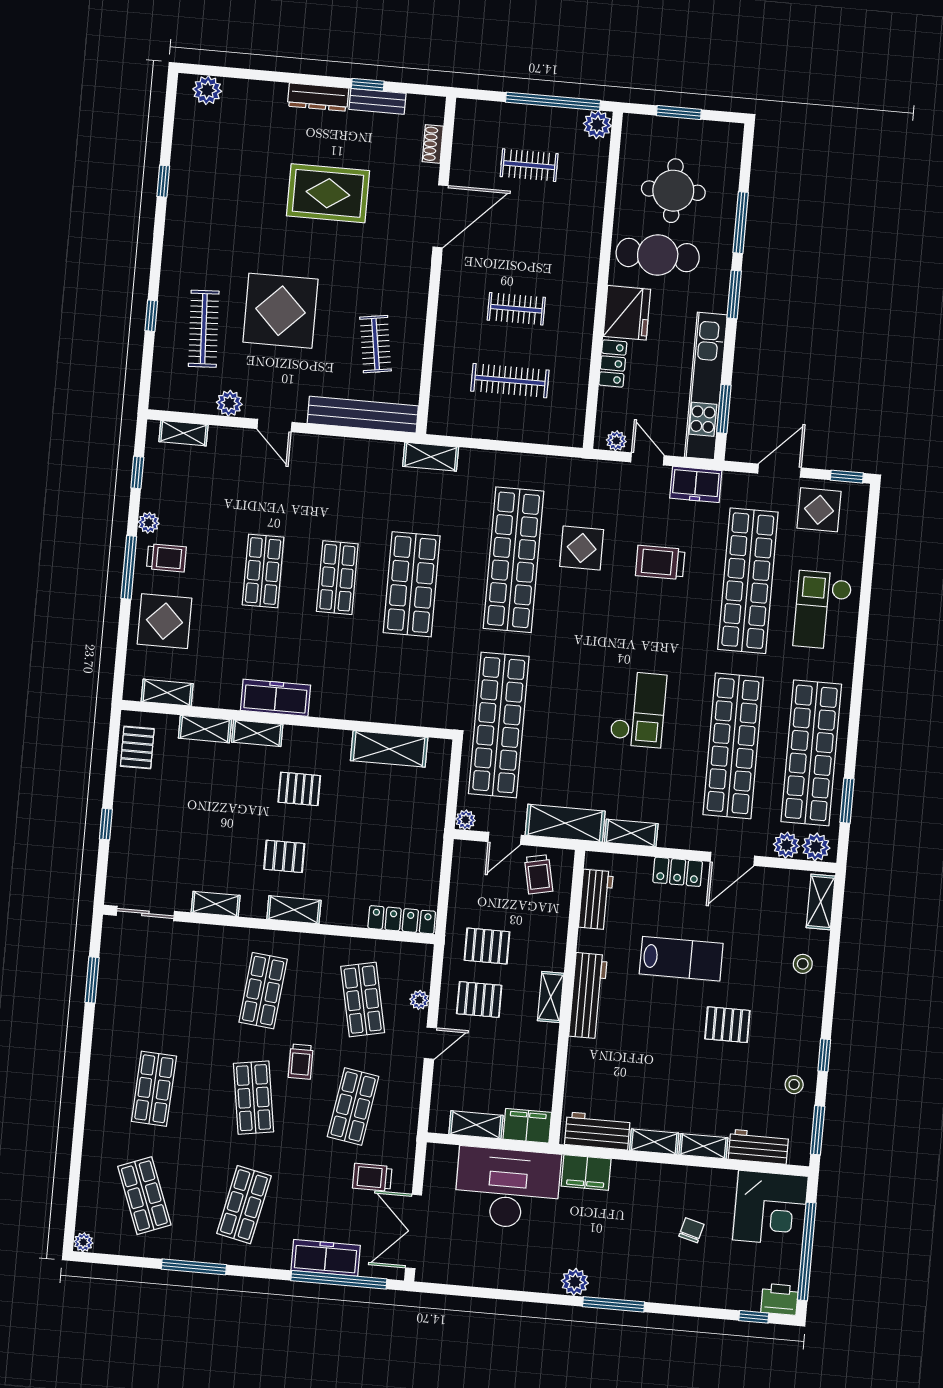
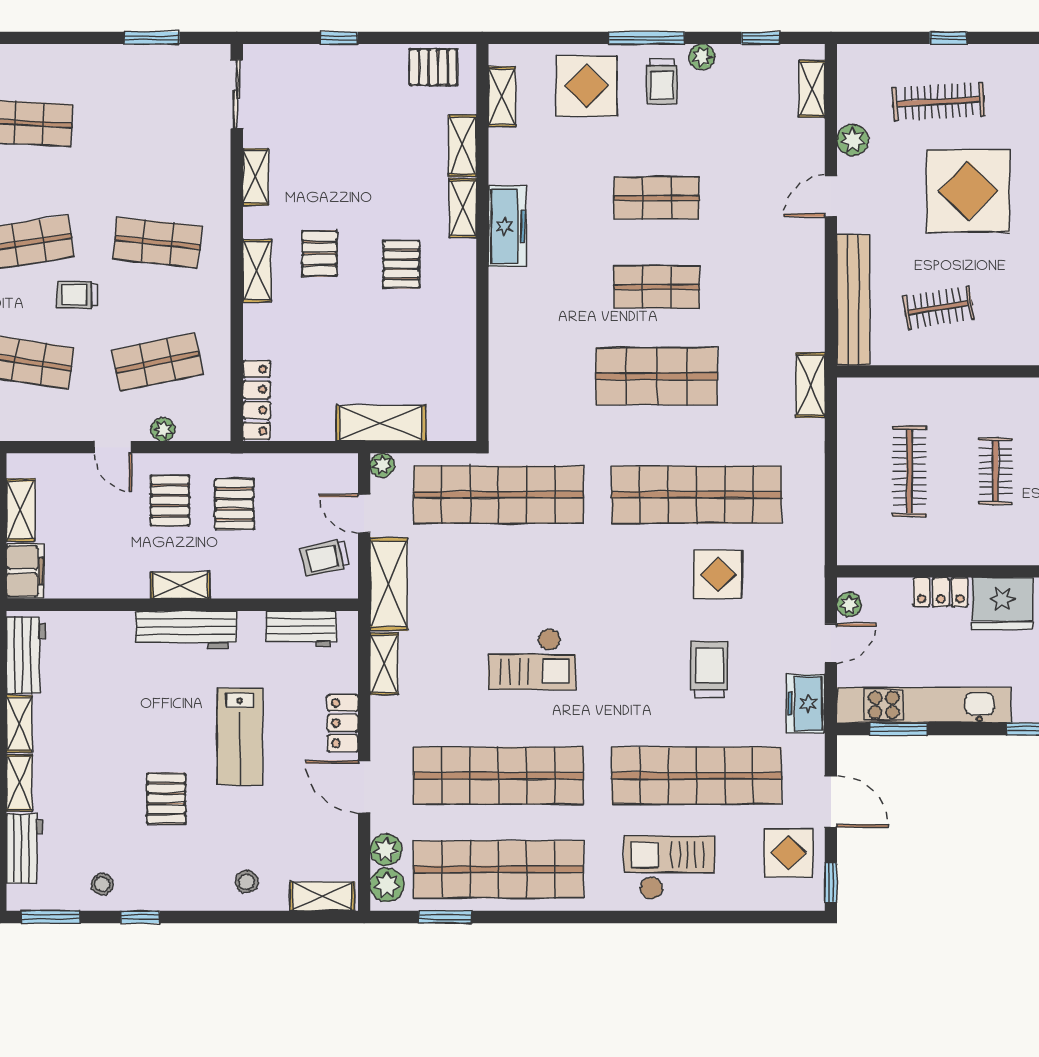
shelving: (389, 749) -> (381, 423), moved, turned 90

